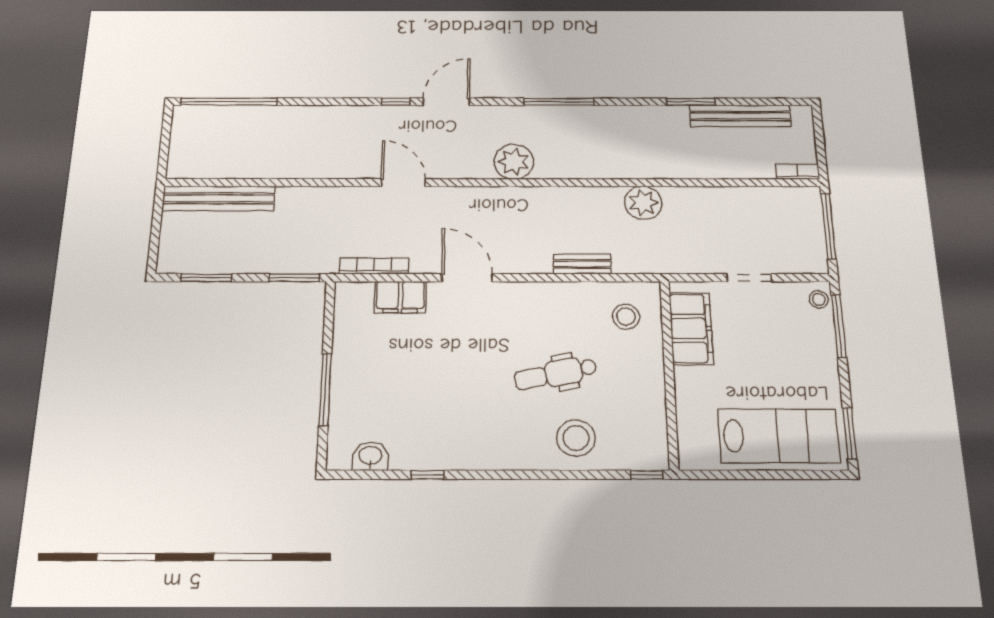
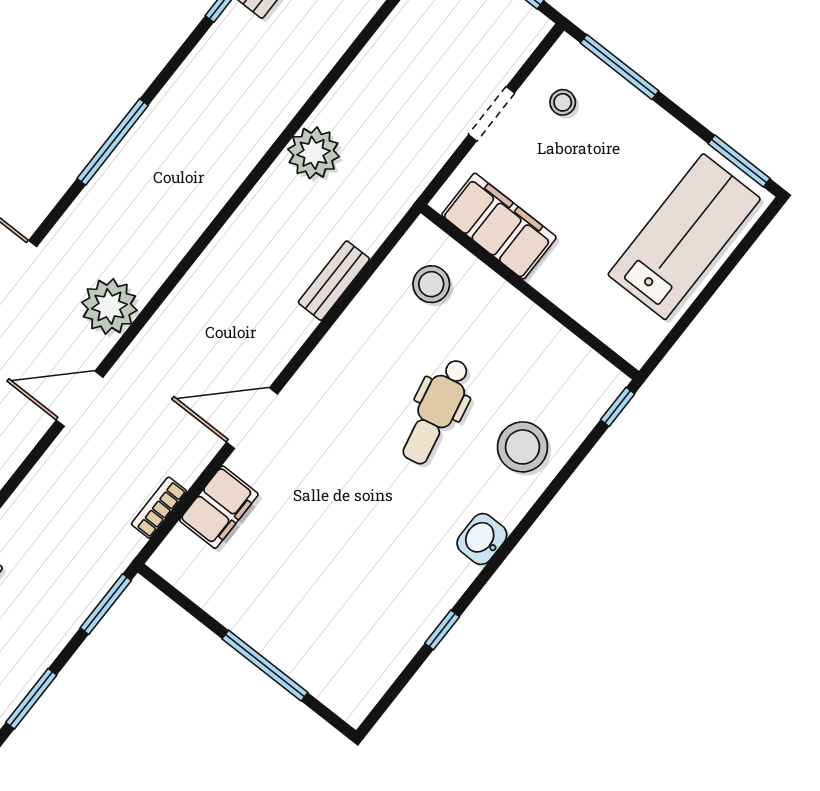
plant: (514, 162) -> (109, 306), moved
bookcase: (374, 266) -> (159, 508), width x0.64
stool: (819, 299) -> (563, 102), moved
washbasin: (370, 456) -> (482, 539), moved

